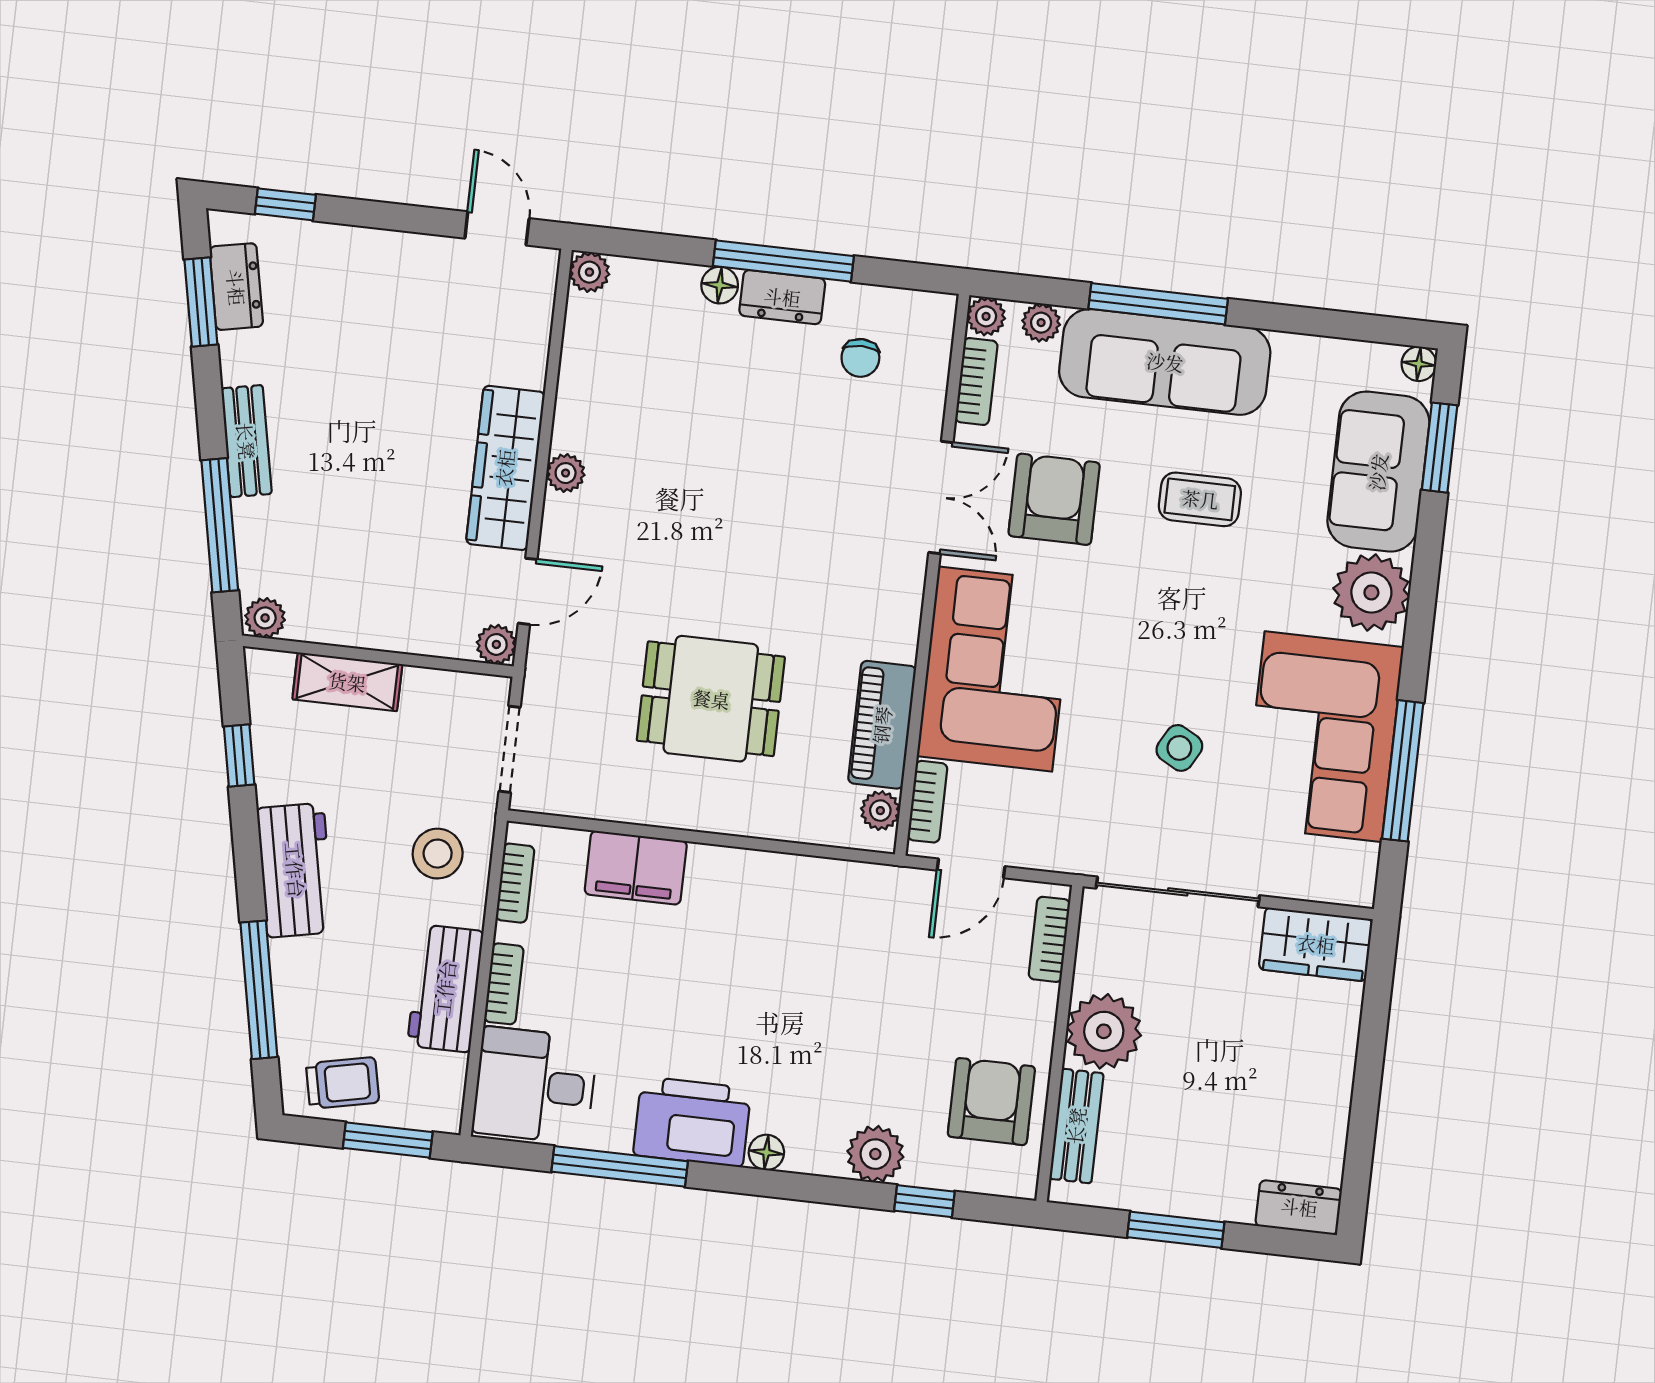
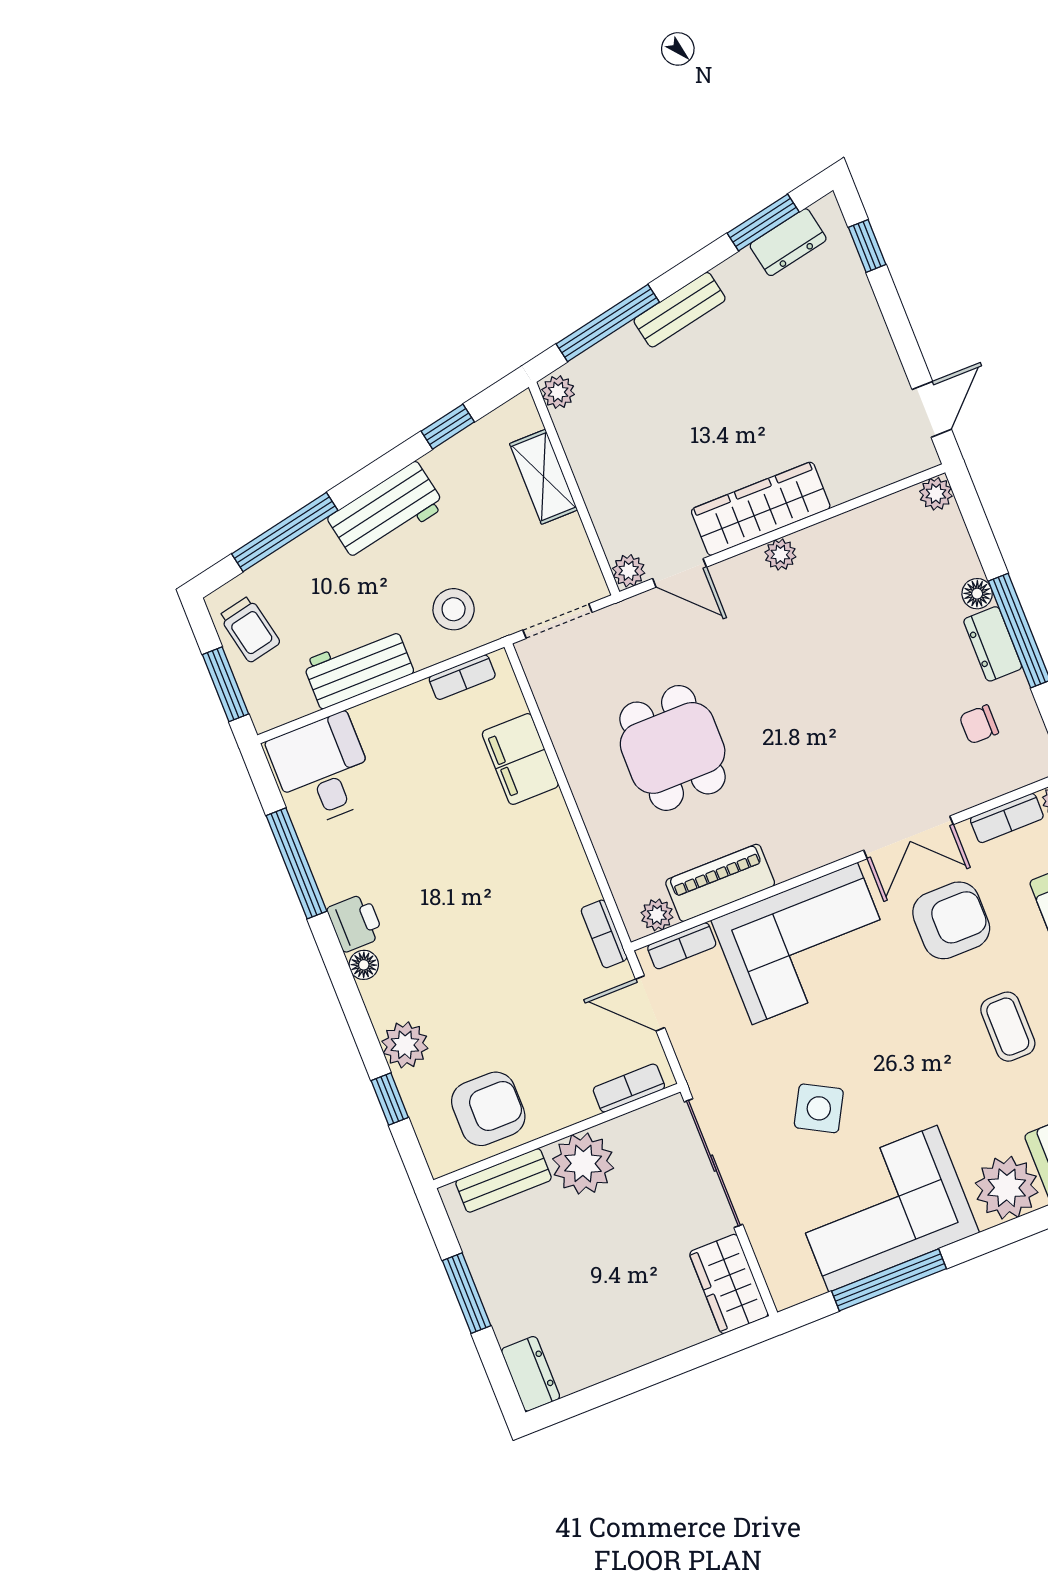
side table: (1179, 748) -> (819, 1108), width x1.37, depth x1.37
bookcase: (504, 984) -> (604, 934), moved, turned 90
printer: (692, 1122) -> (355, 923), width x0.53, depth x0.68

